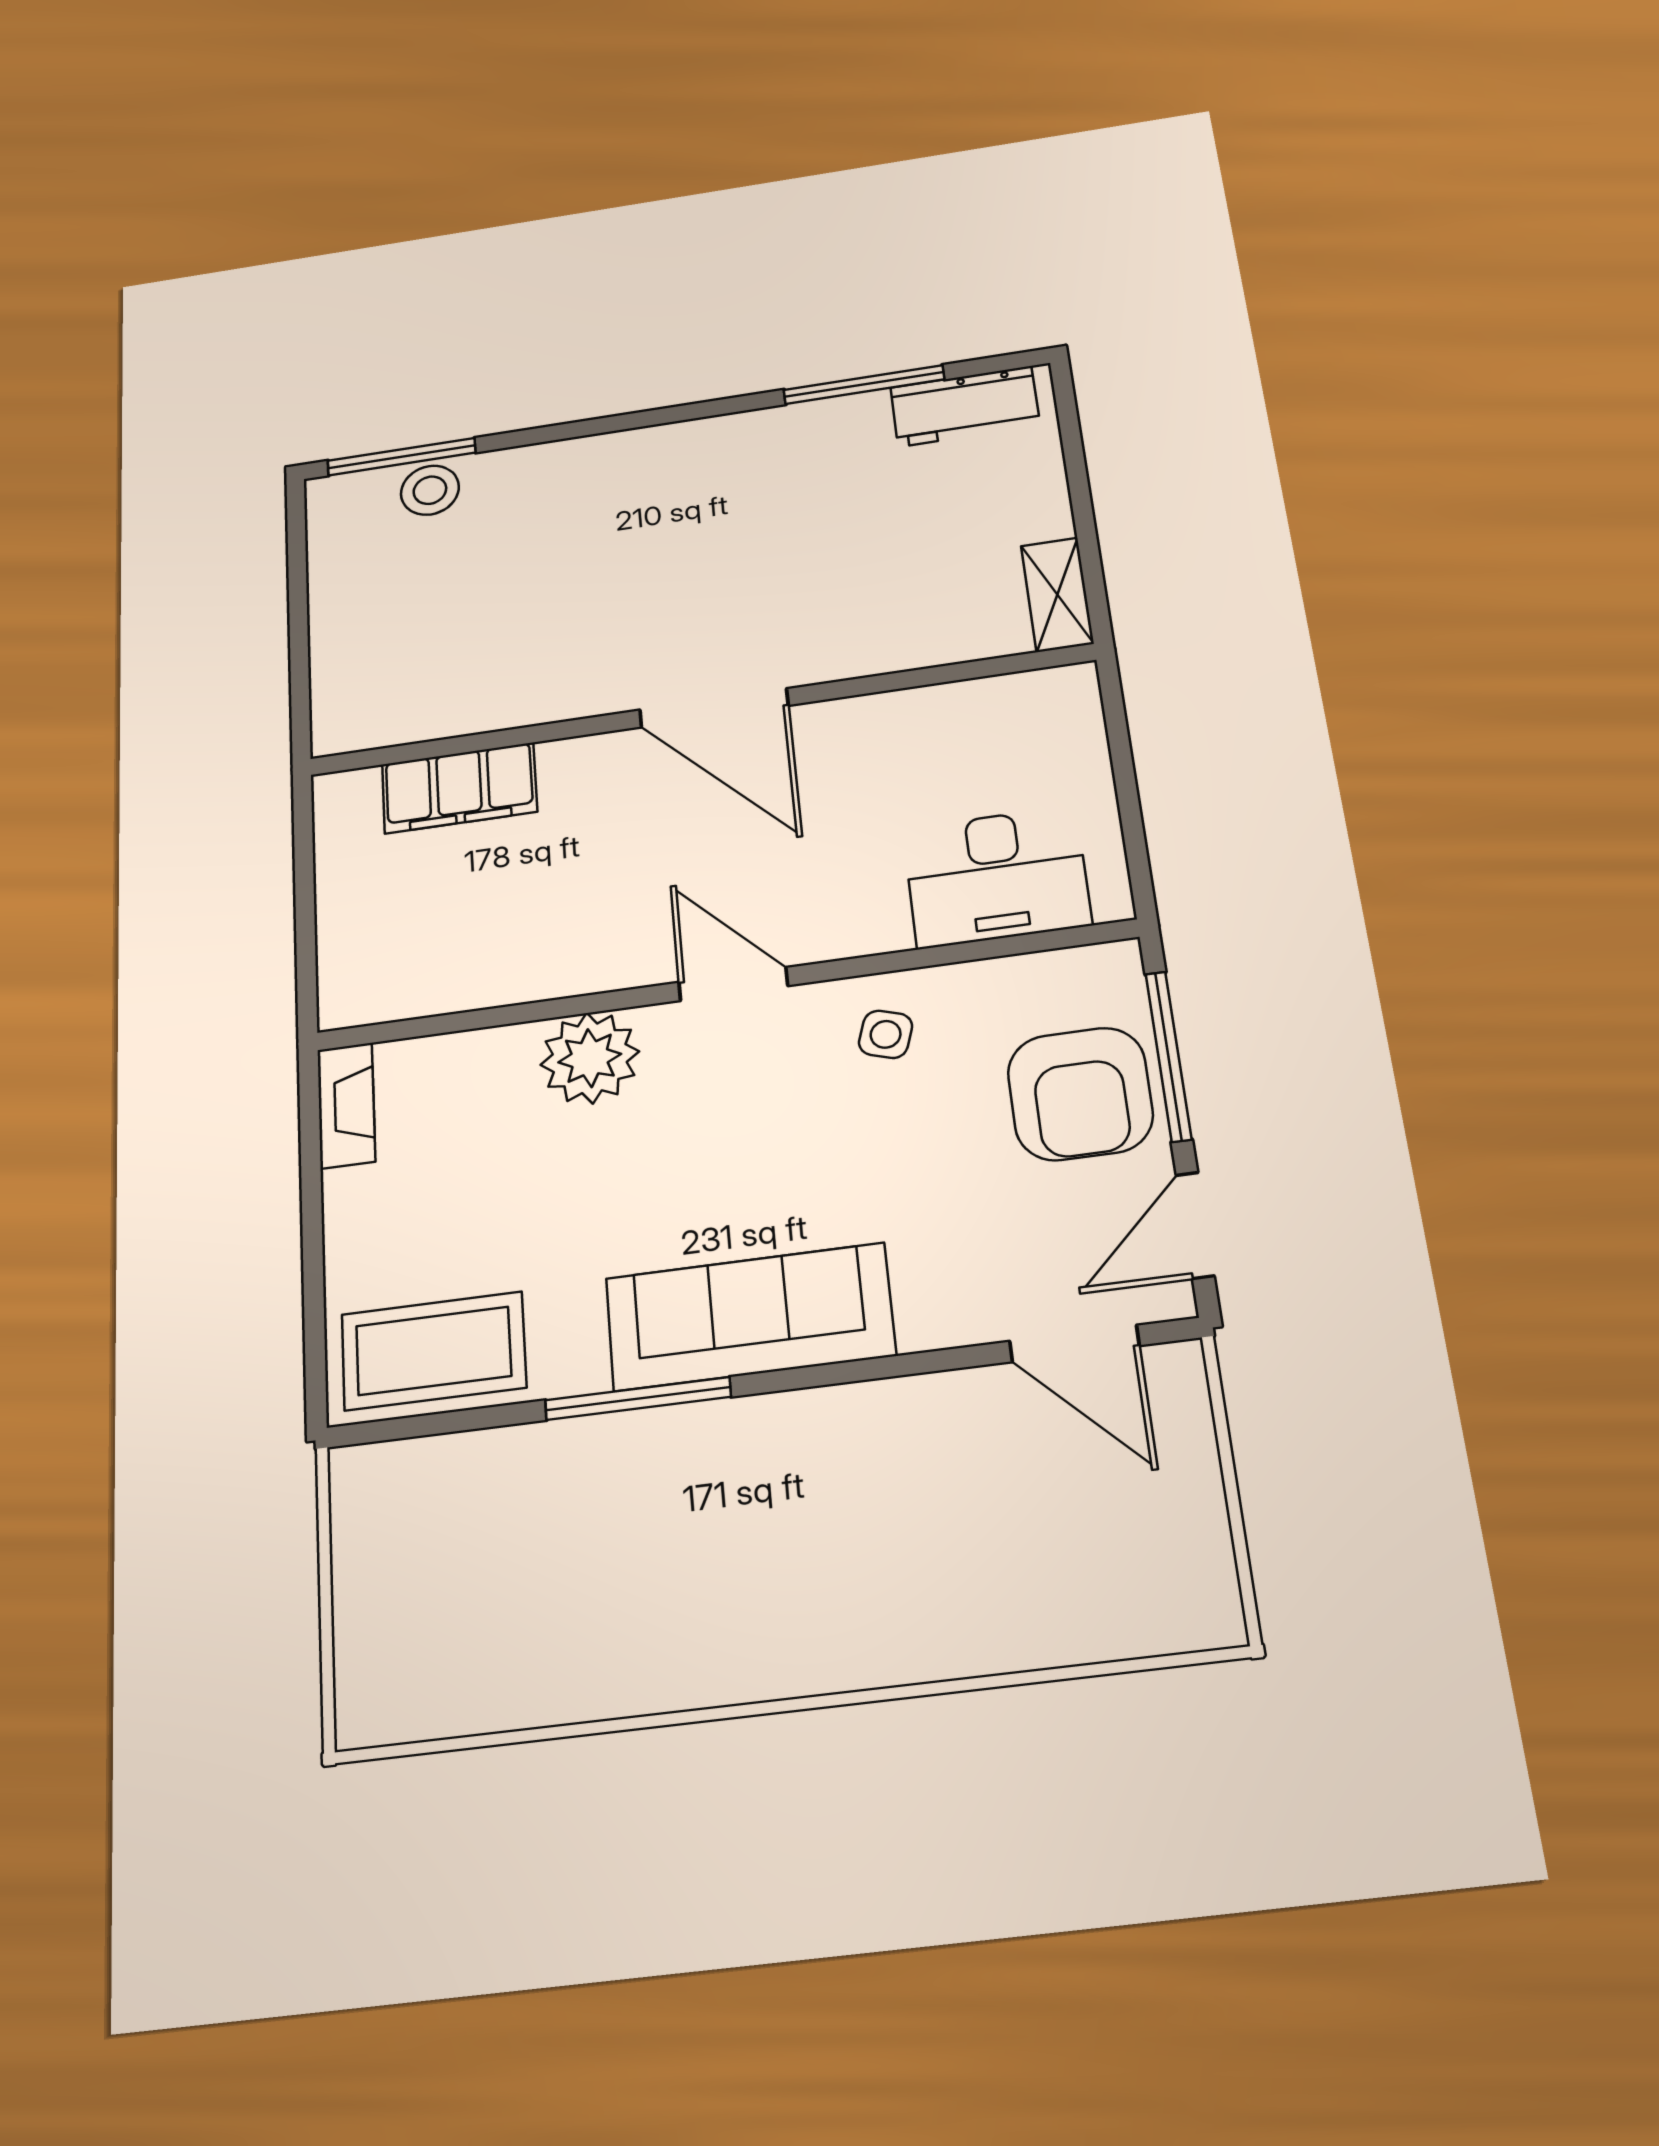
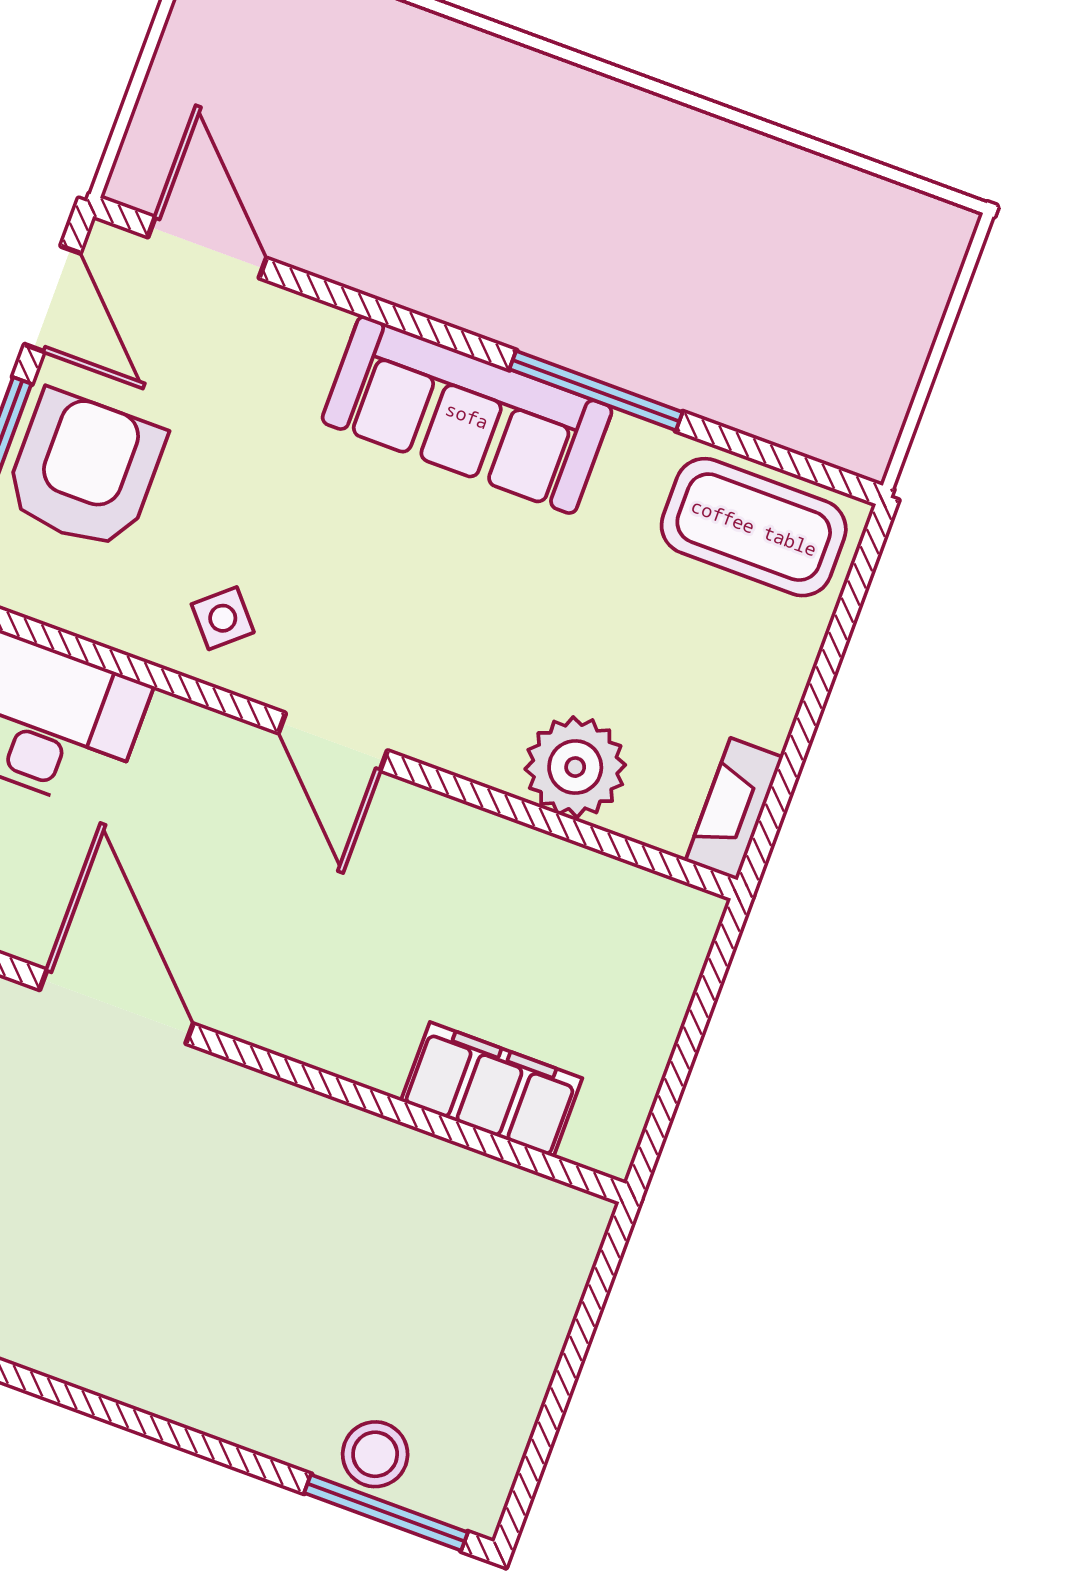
door: (714, 708) -> (116, 1007), moved
side table: (886, 1034) -> (223, 618), turned 31
plant: (590, 1058) -> (575, 767), moved
door: (1195, 1225) -> (52, 299), hinge flipped

